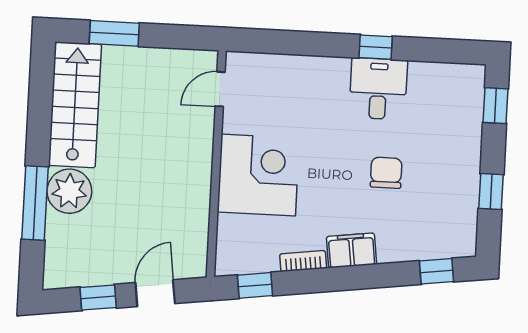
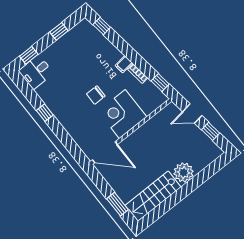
door: (220, 89) -> (105, 152), width x1.88
desk: (378, 89) -> (36, 72), moved
chair: (386, 173) -> (96, 95), moved
window: (35, 203) -> (198, 180), removed
filing cabinet: (351, 250) -> (124, 64), width x0.50

